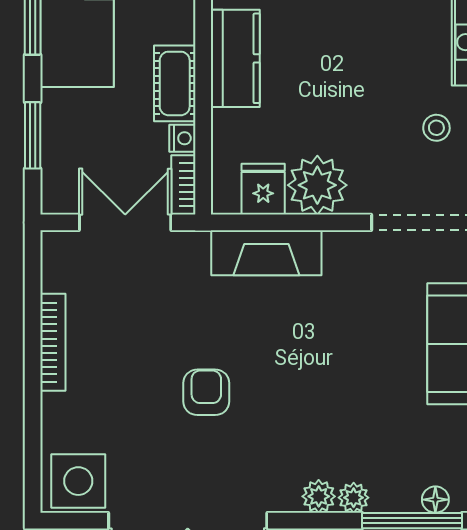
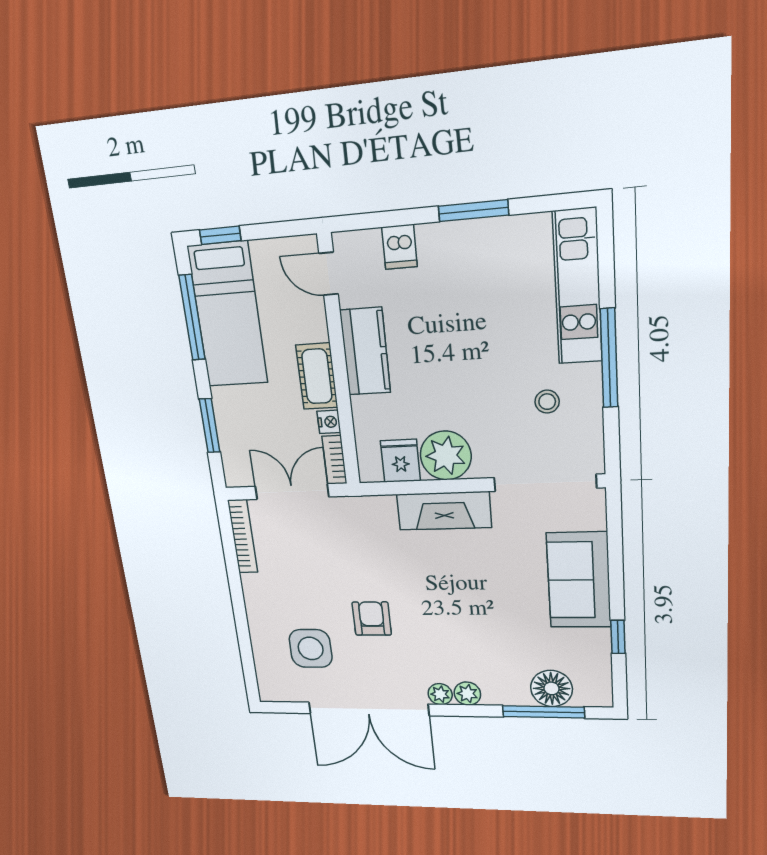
fireplace: (266, 253) -> (444, 511), moved
bookcase: (53, 342) -> (243, 536), moved
side table: (78, 481) -> (311, 648), moved
plant: (354, 498) -> (440, 694), moved
floor lamp: (435, 500) -> (551, 688), width x1.89, depth x1.89

